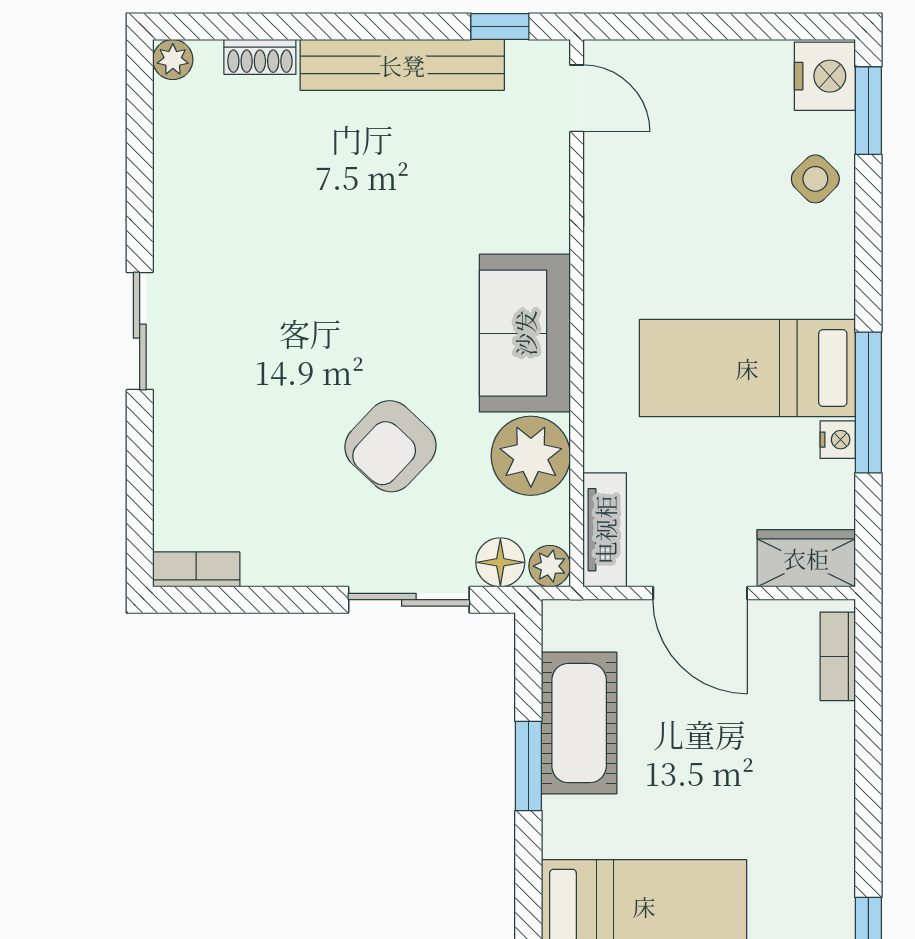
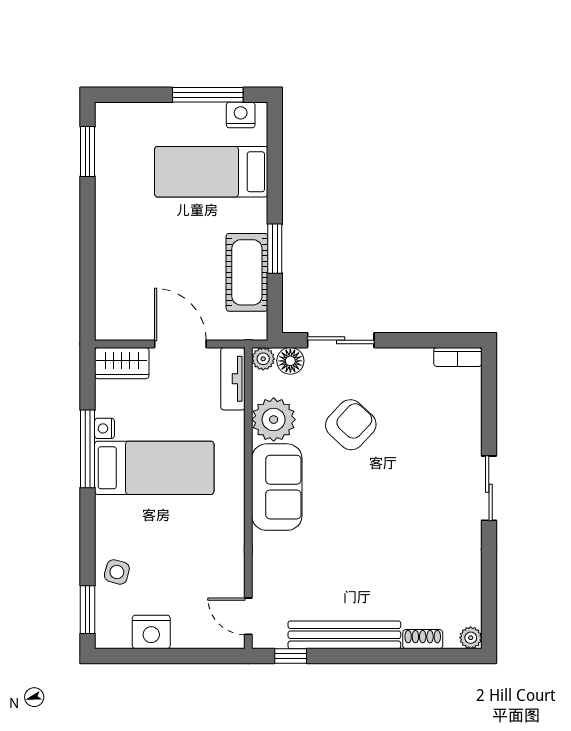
nightstand: (825, 76) -> (151, 632), moved, turned -90
side table: (815, 179) -> (117, 572), turned -30
bookcase: (838, 656) -> (104, 309), removed

